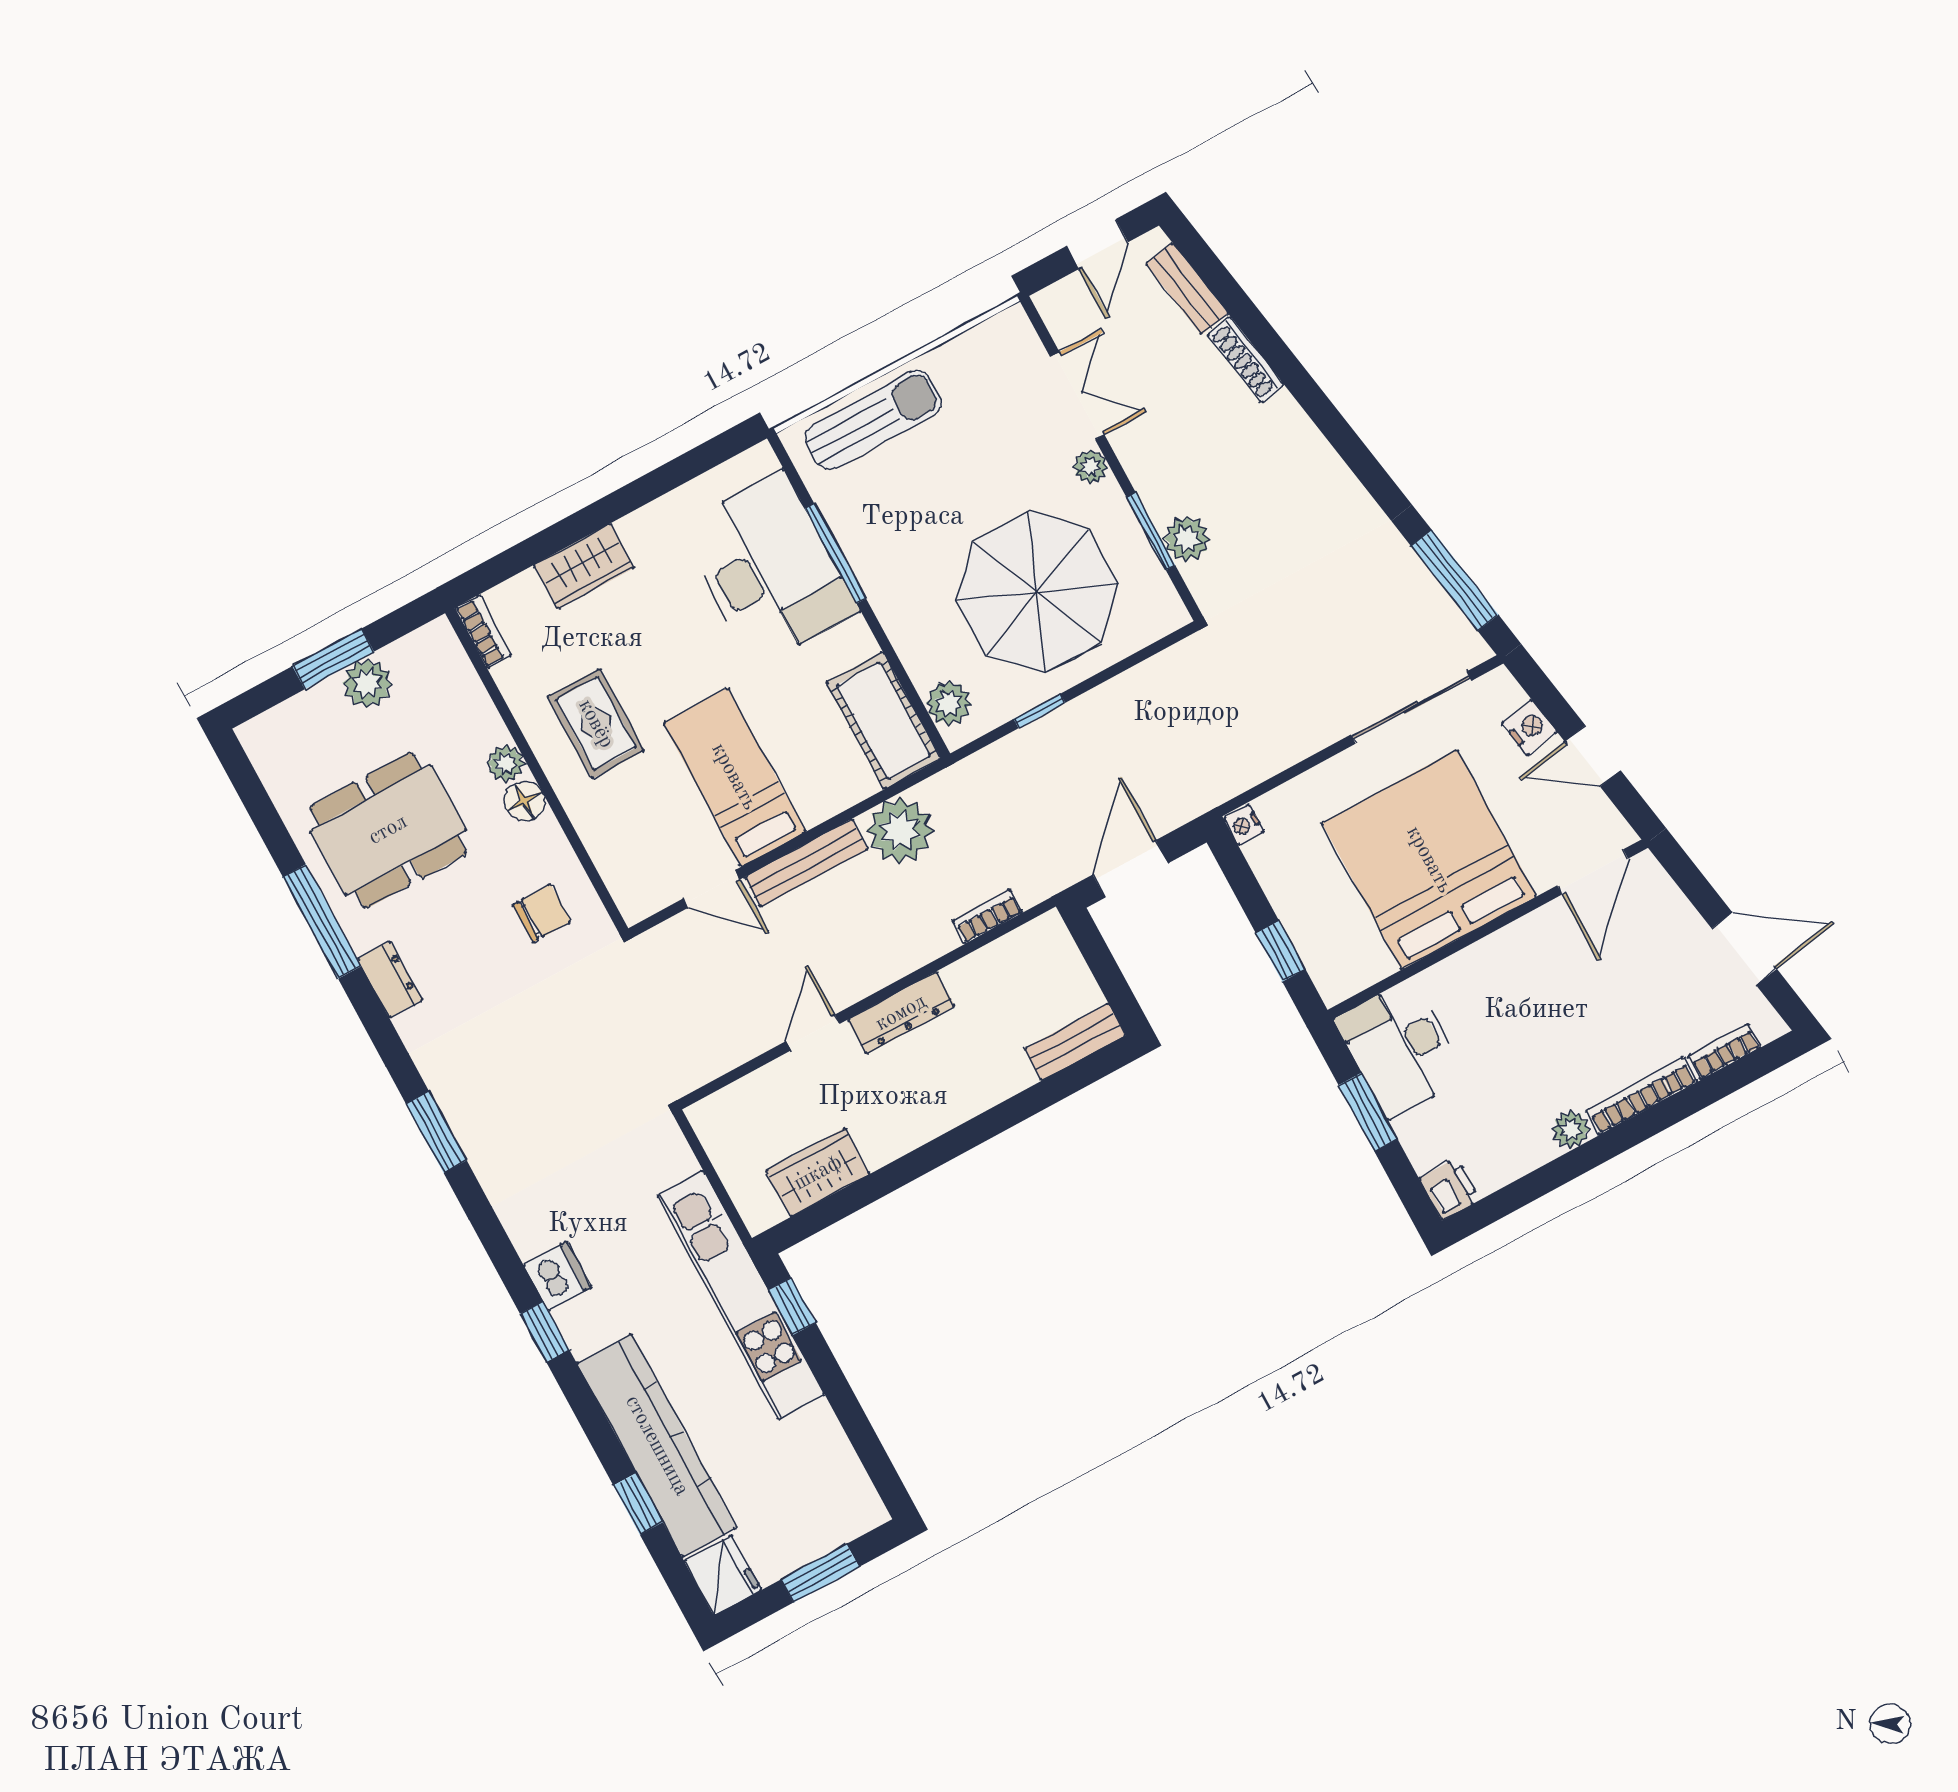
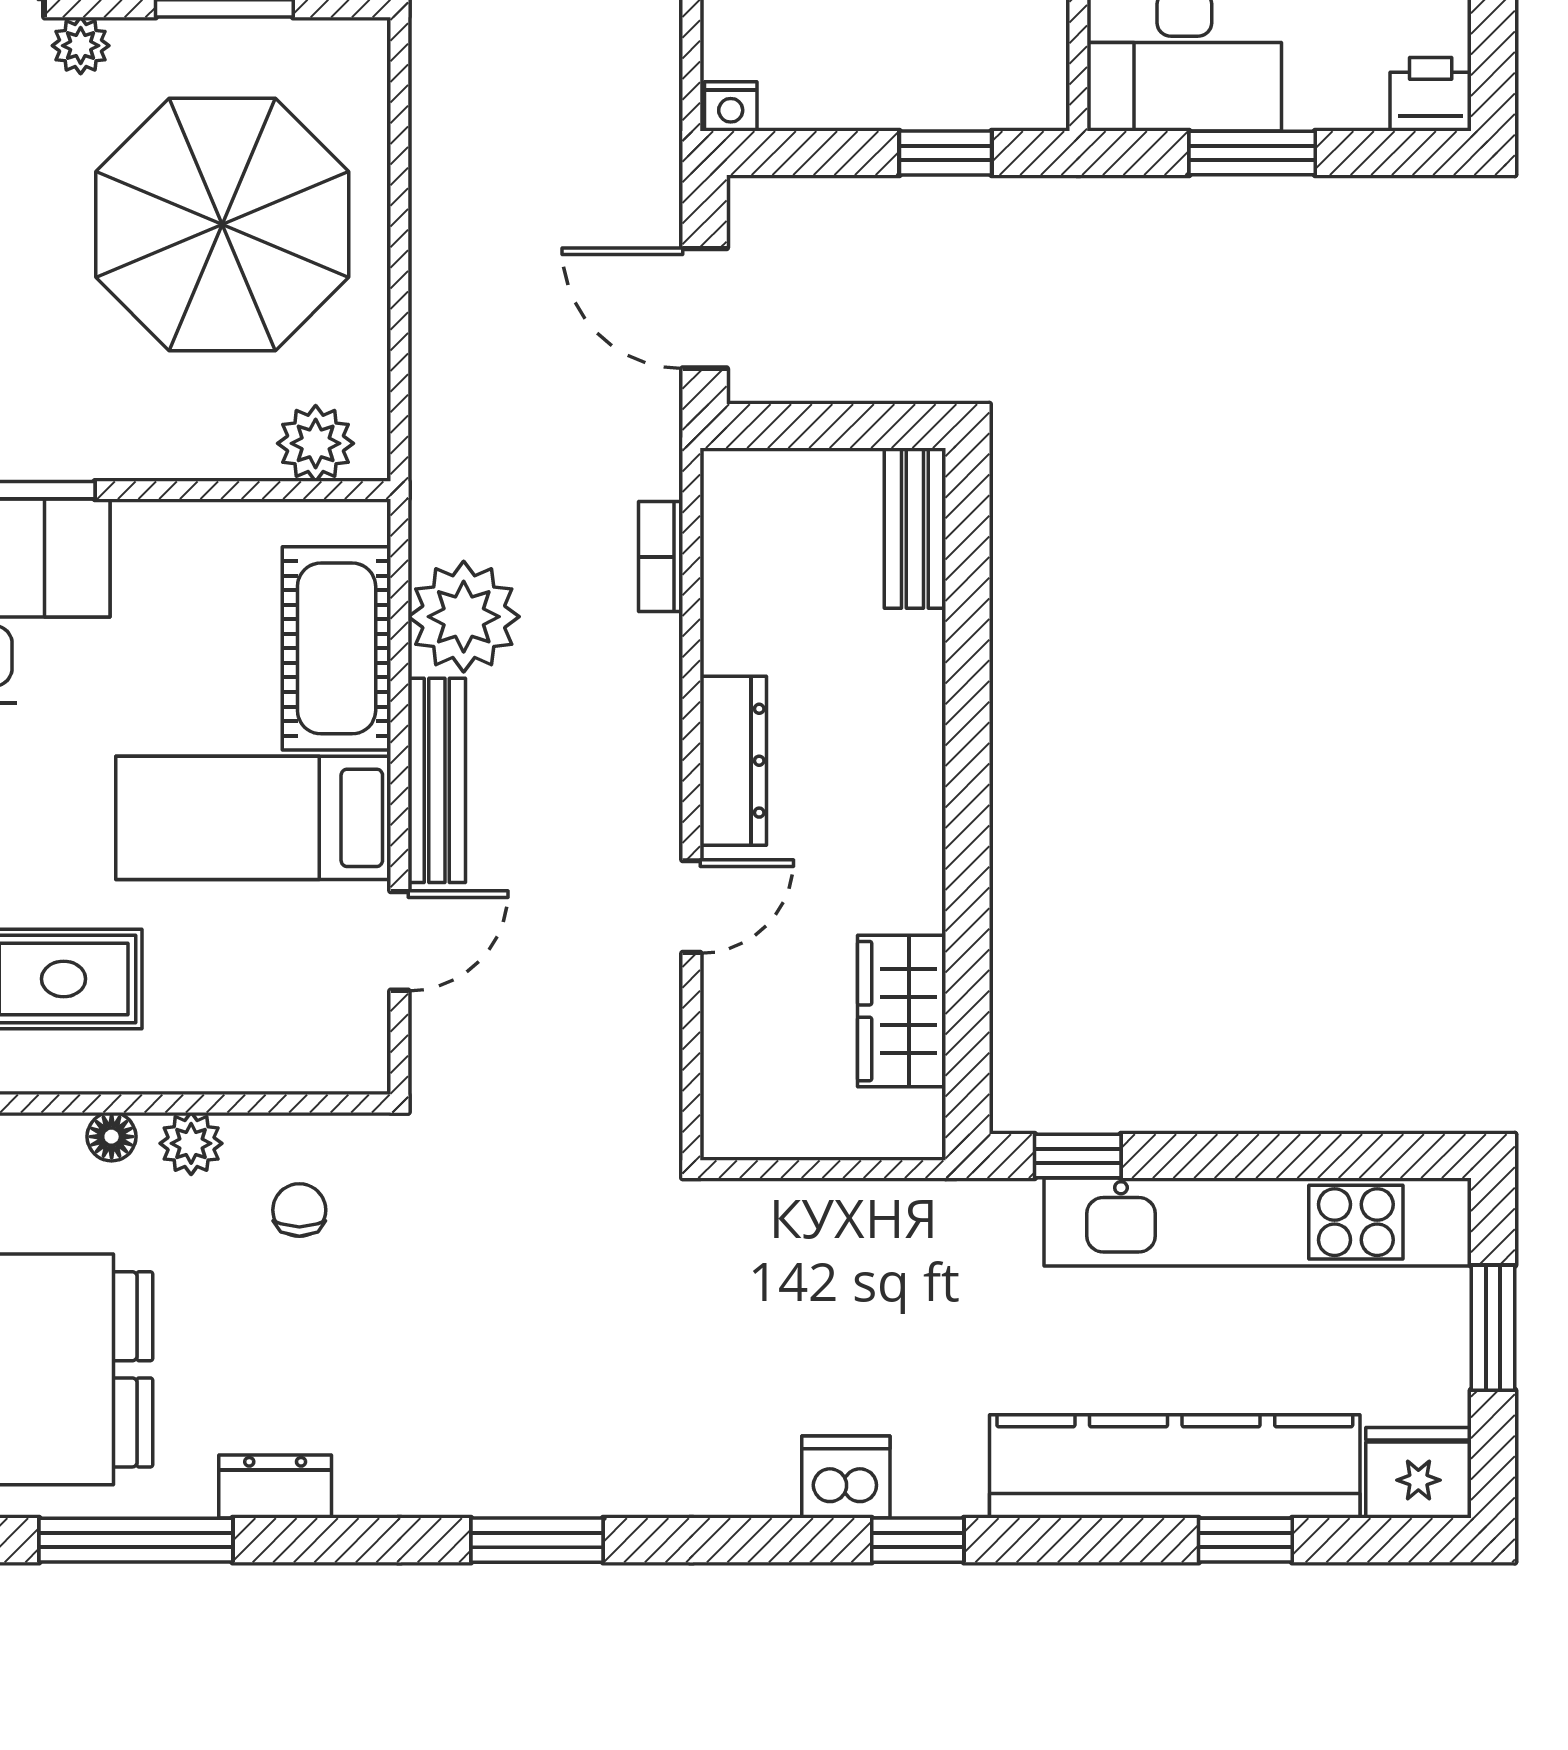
window: (1039, 711) -> (399, 316), removed
cot: (883, 721) -> (337, 648), moved, turned 90
plant: (506, 763) -> (191, 1143), moved
floor lamp: (525, 801) -> (112, 1137), width x0.73, depth x0.73
chair: (542, 913) -> (299, 1210), width x0.73, depth x0.73
door: (813, 1032) -> (691, 906), swing flipped
kitchen unit: (741, 1295) -> (1258, 1222), moved

